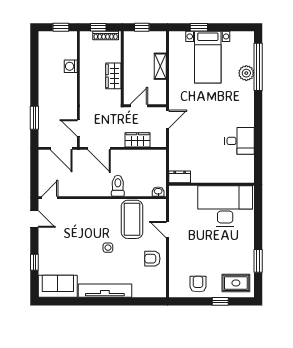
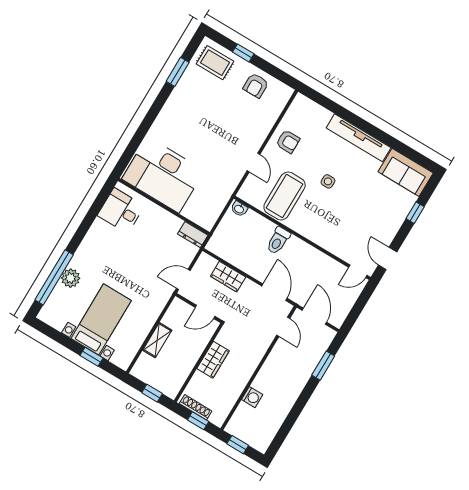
dresser: (180, 177) -> (193, 235), moved
wall: (211, 184) -> (164, 207), moved
desk: (225, 206) -> (163, 175), moved

